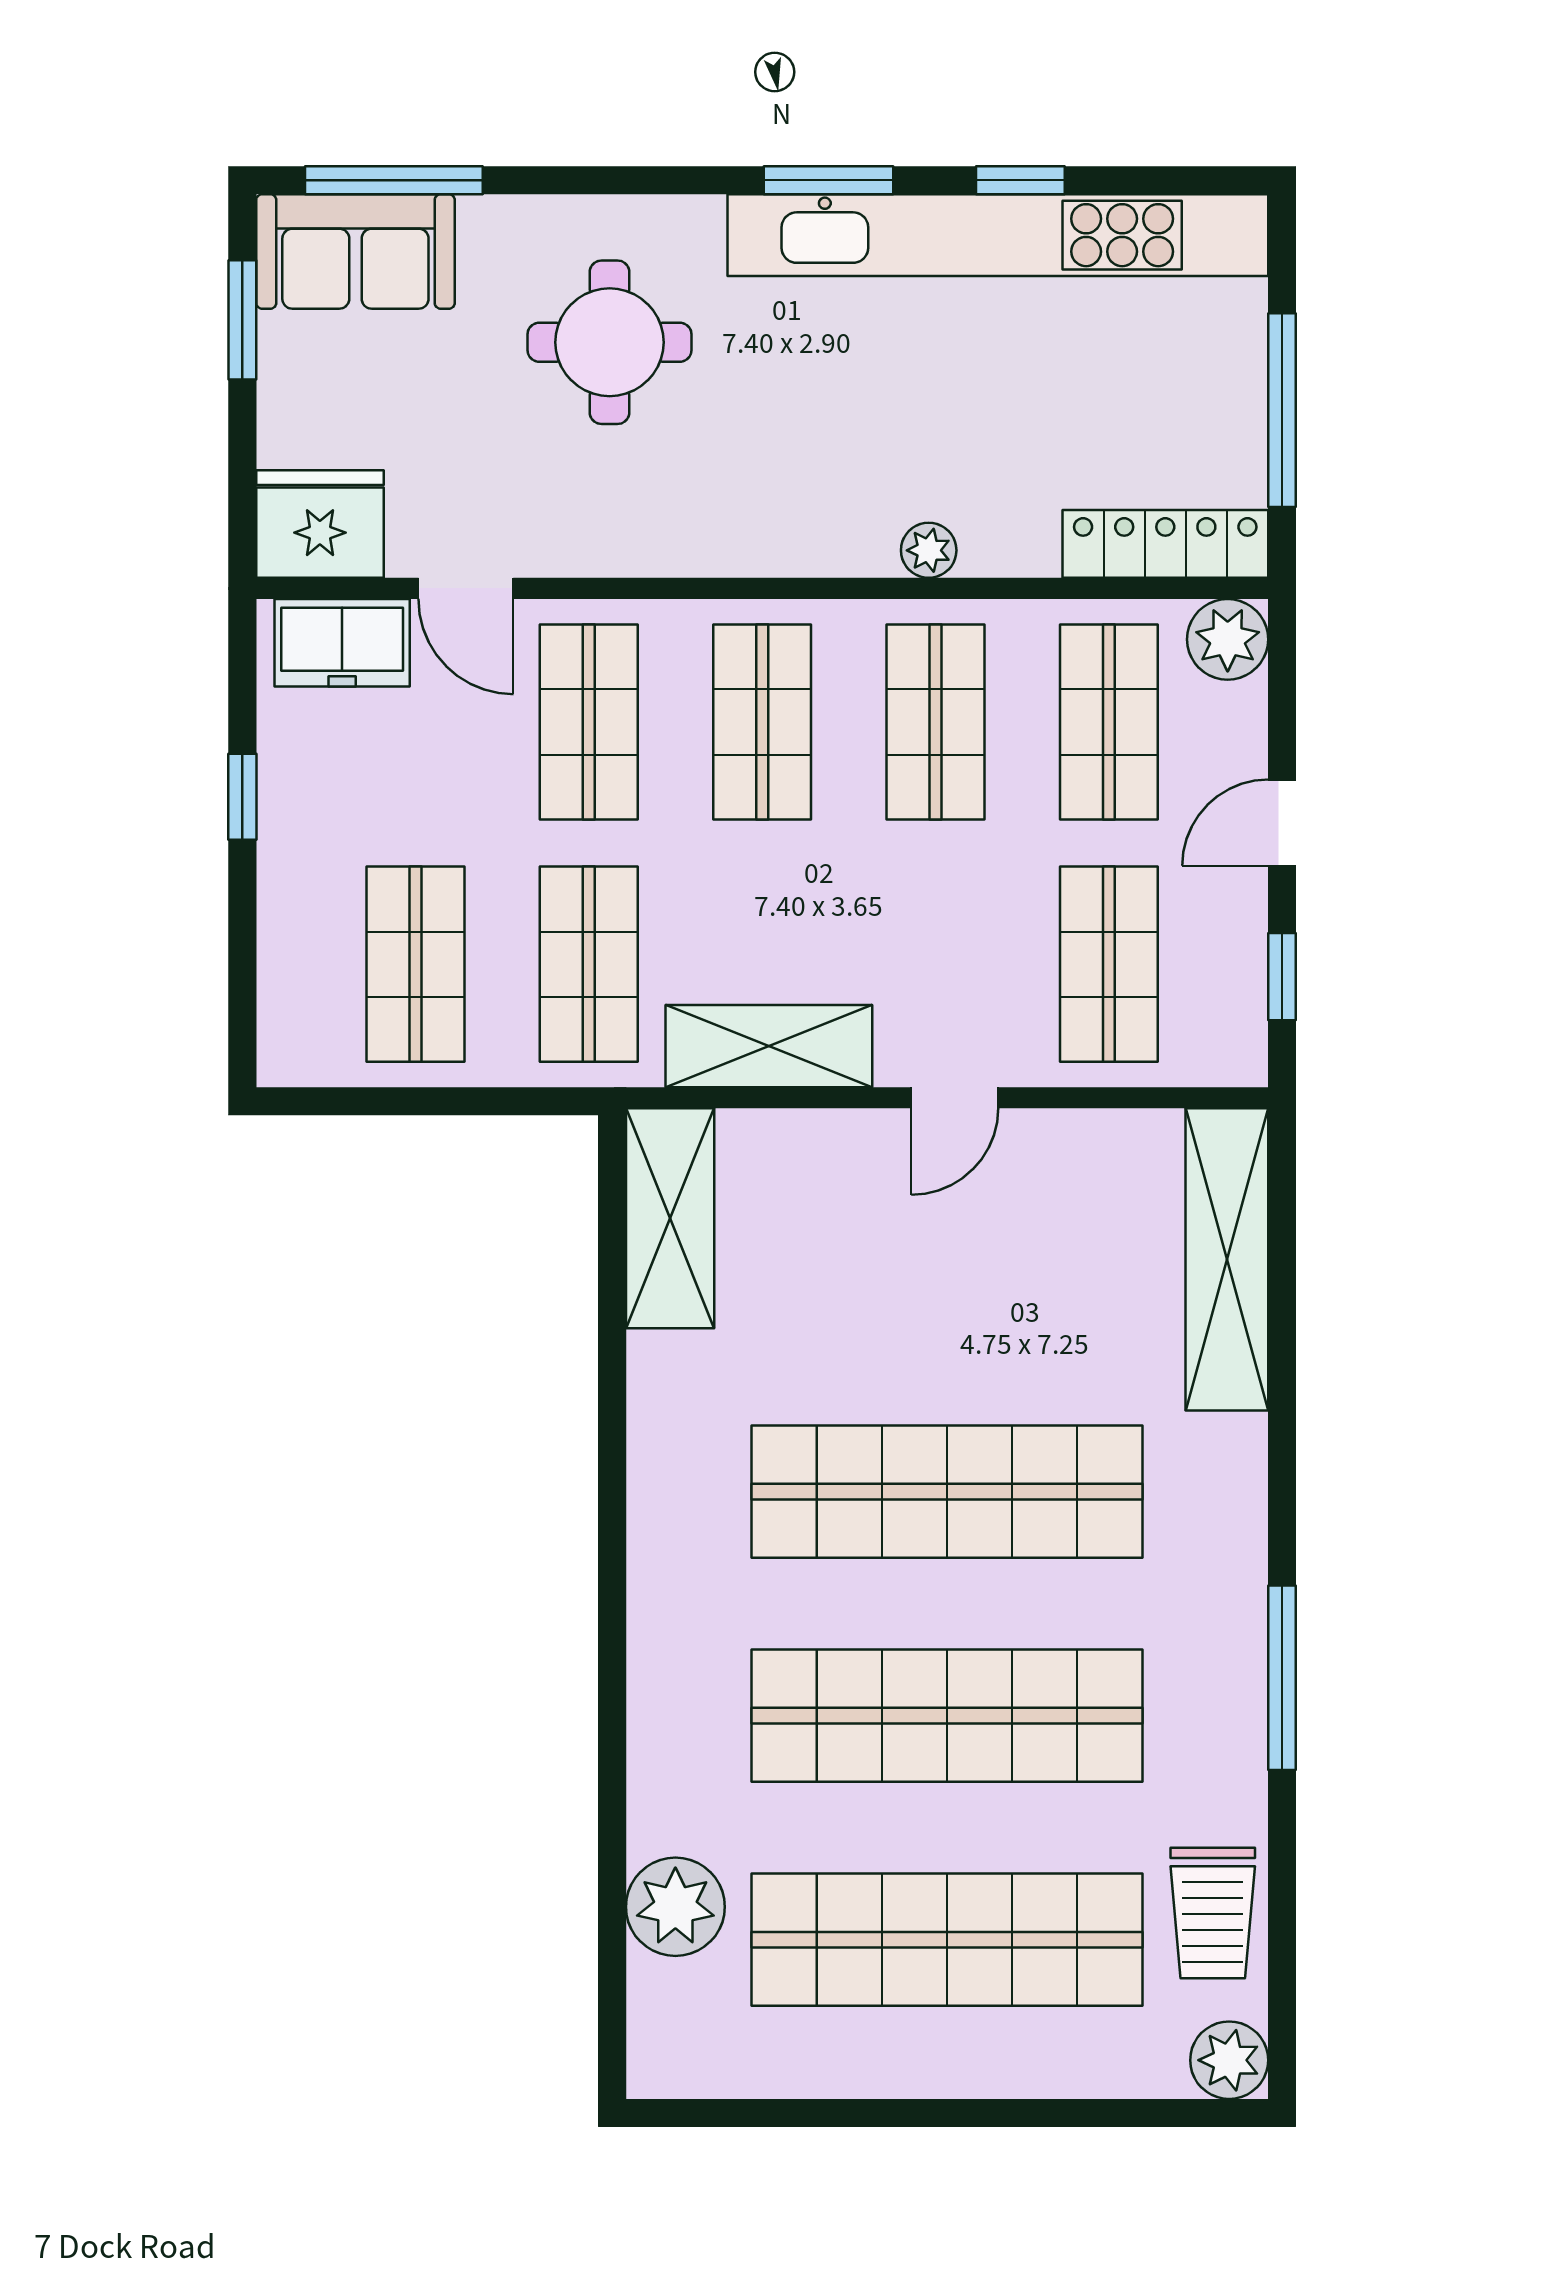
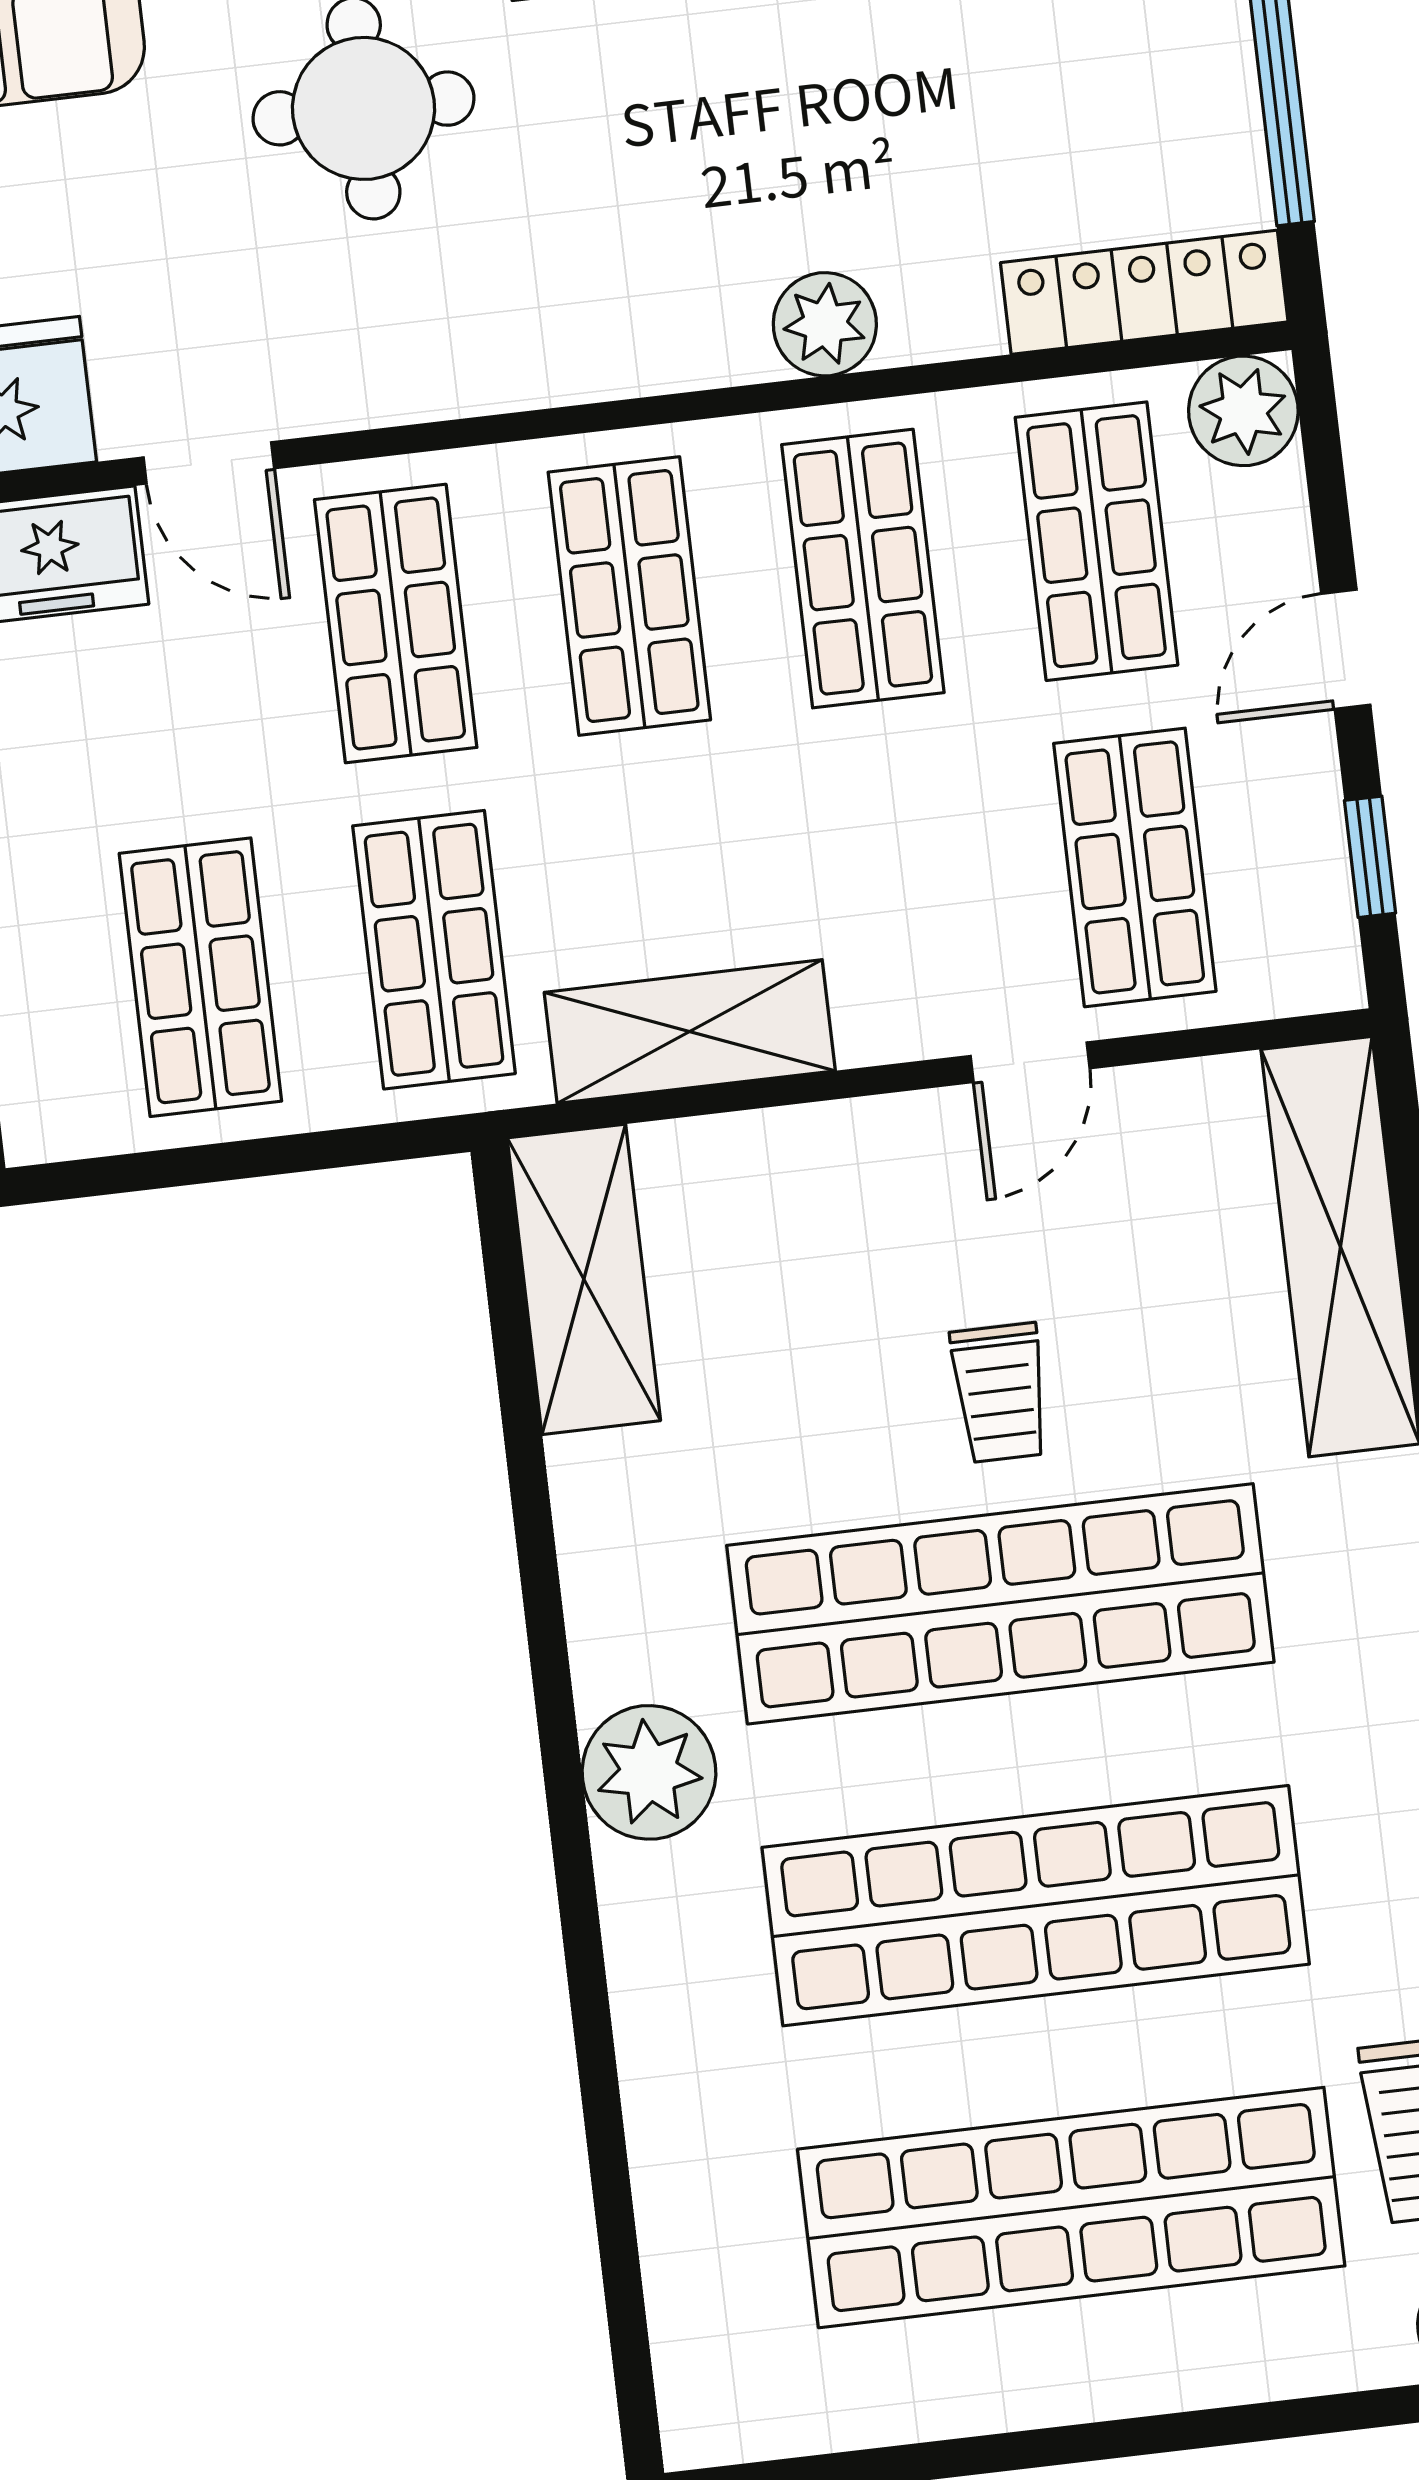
plant: (929, 550) -> (825, 324), width x1.38, depth x1.38
door: (955, 1098) -> (1030, 1062), moved
trolley: (965, 1337) -> (1000, 1393), added
plant: (675, 1907) -> (649, 1772), moved

